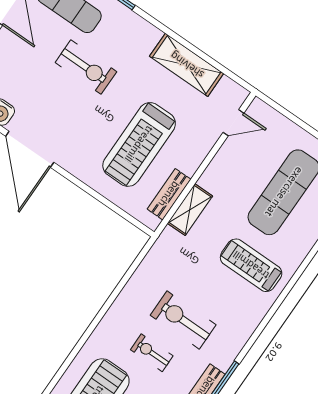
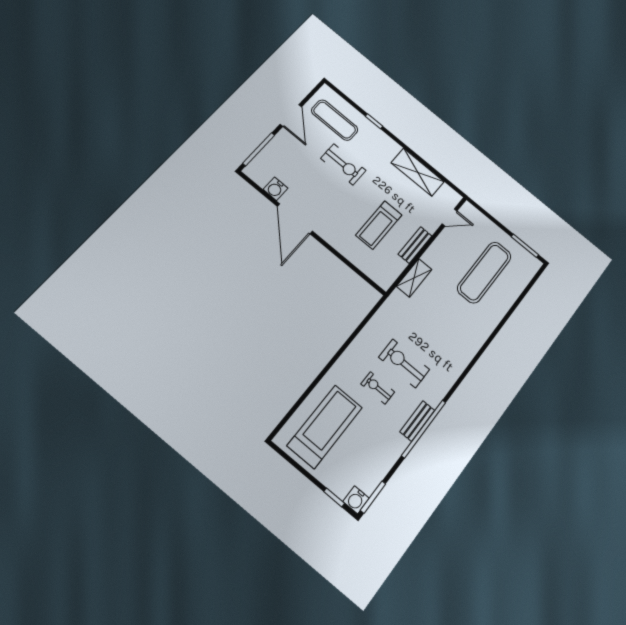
treadmill: (139, 144) -> (379, 225), width x0.73, depth x0.73
bench: (169, 194) -> (415, 245), moved
treadmill: (251, 265) -> (458, 325), removed

